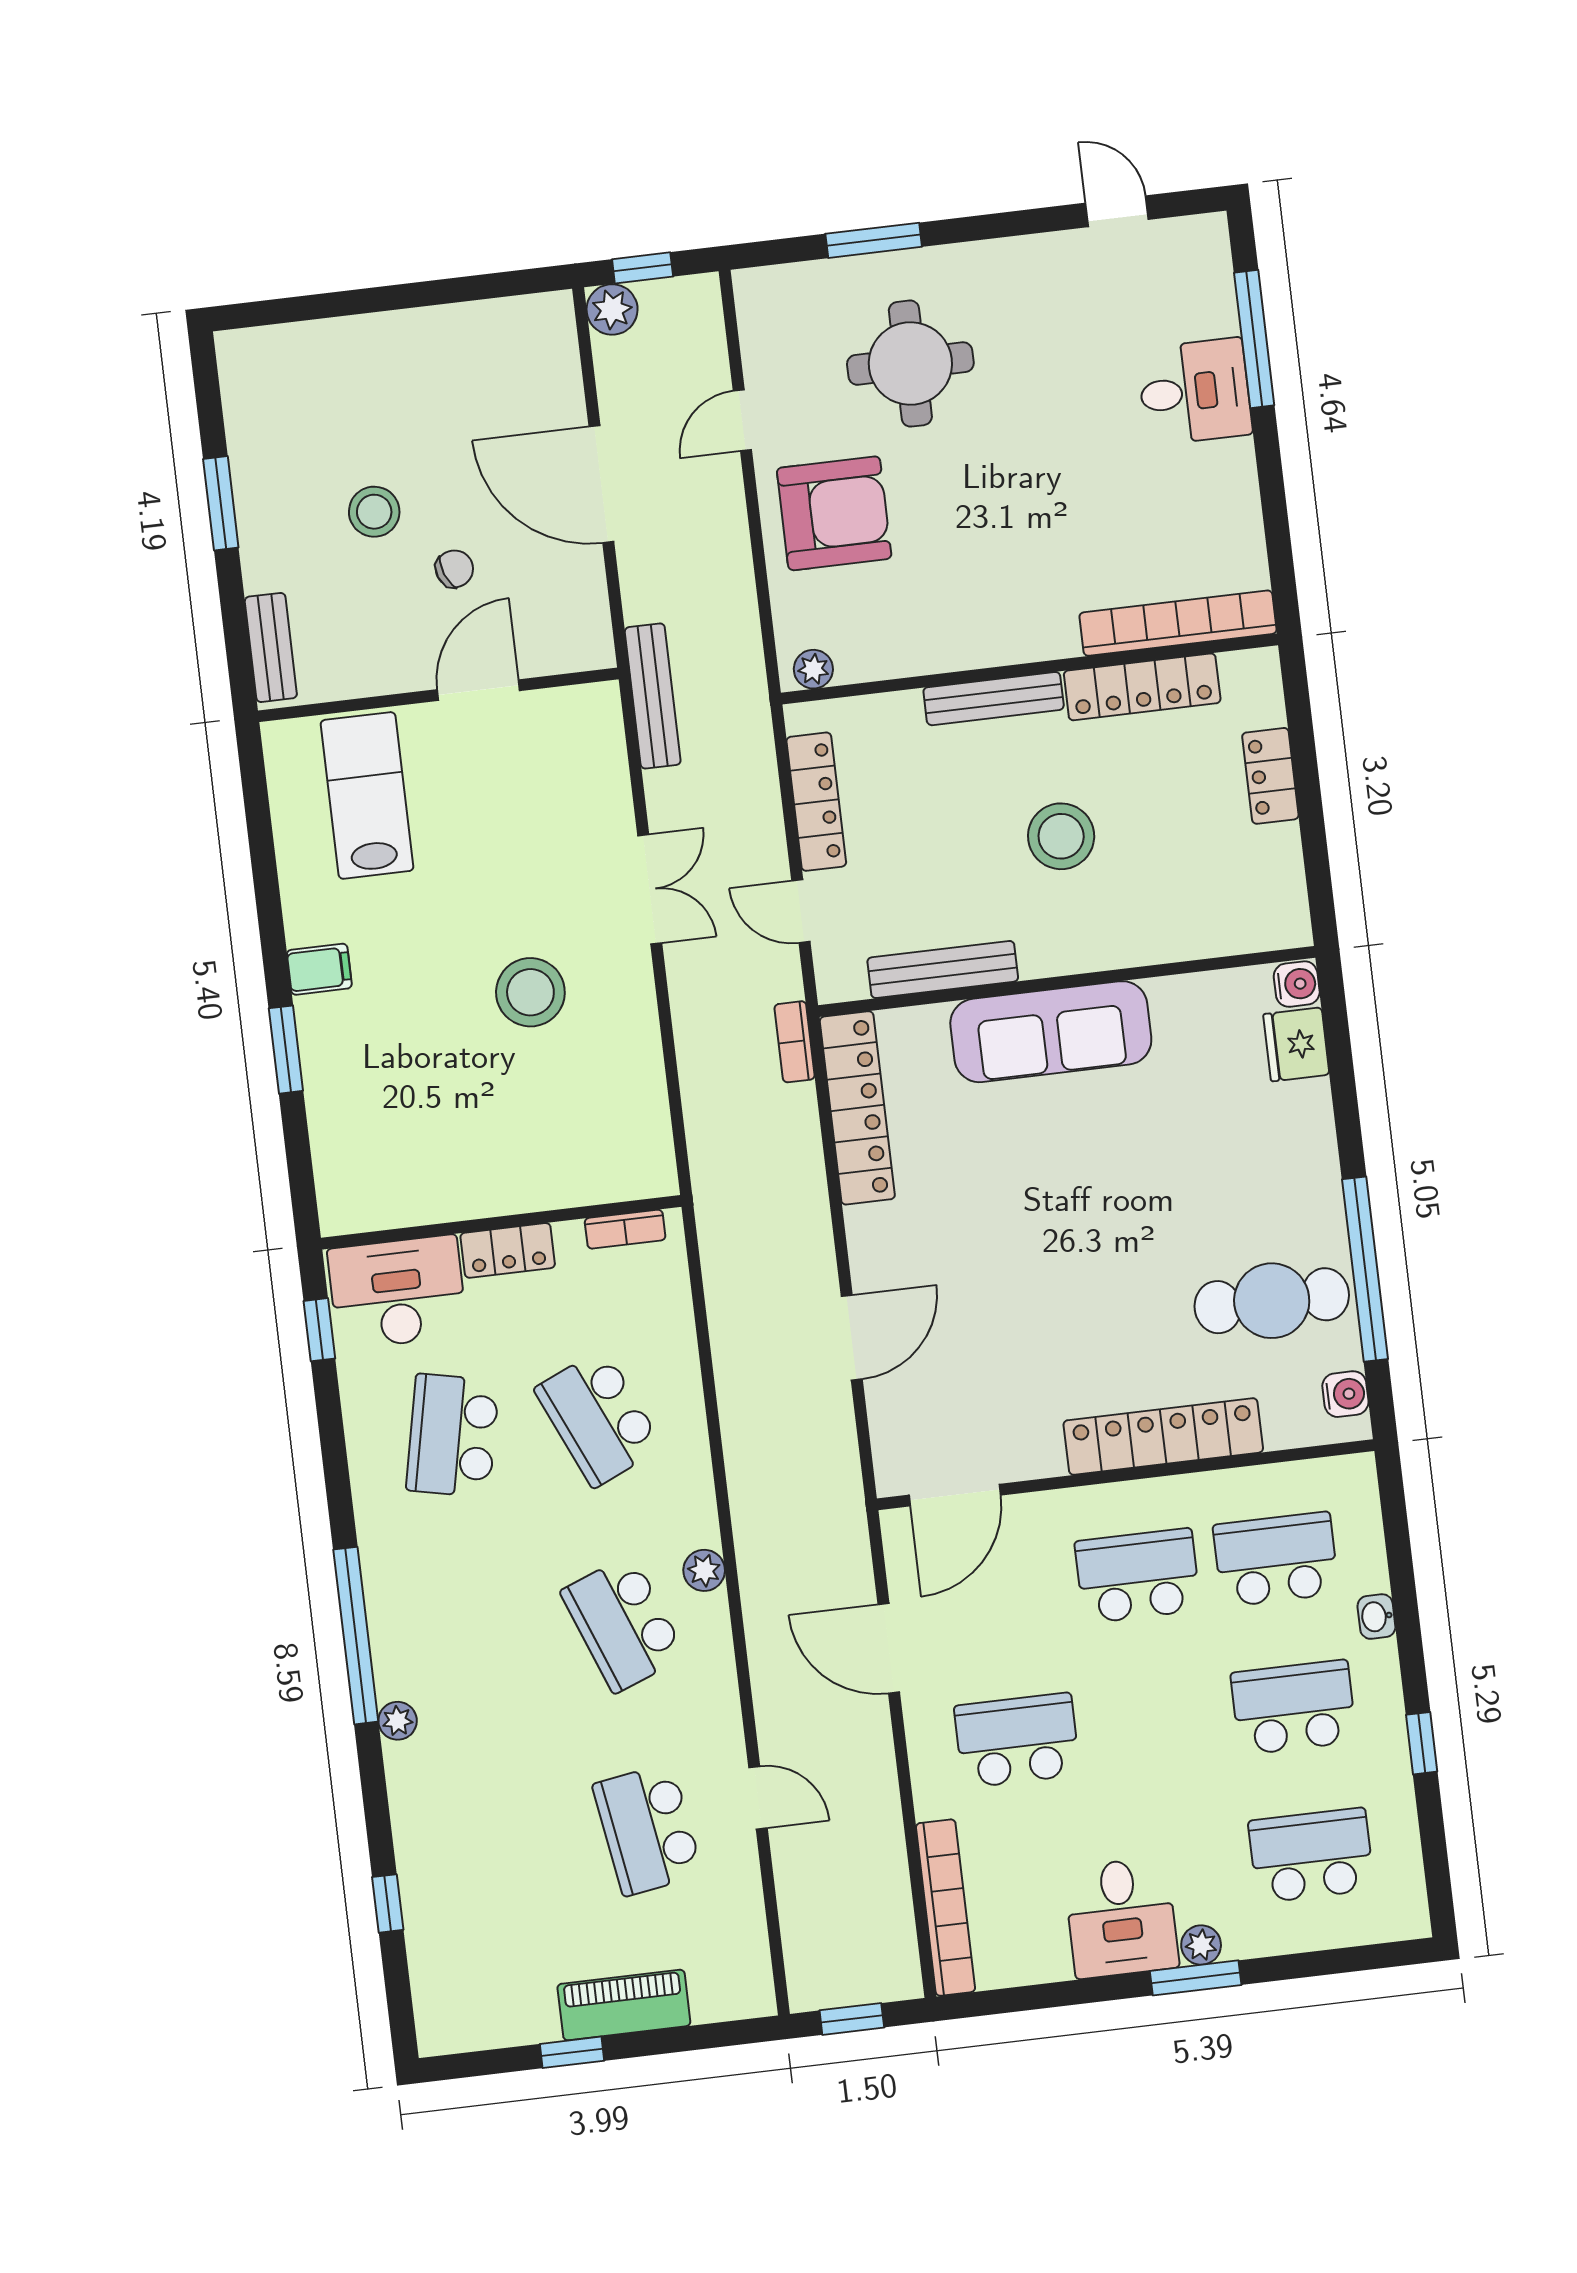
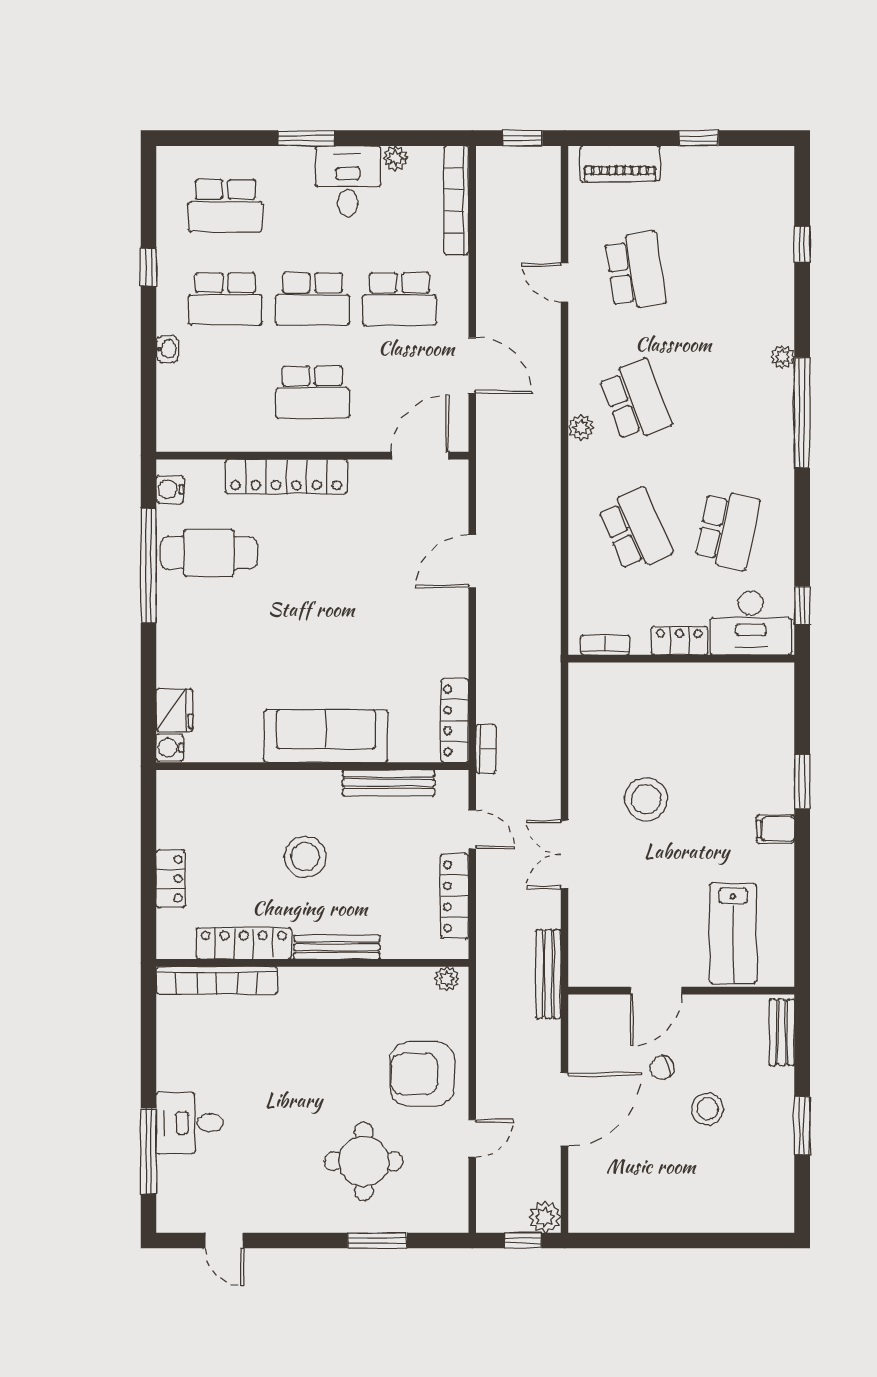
door: (601, 484) -> (564, 1109), hinge flipped
locker: (857, 1108) -> (455, 721), width x0.71, depth x0.83
school desk: (1276, 1559) -> (312, 299), moved
plant: (1201, 1945) -> (395, 158), moved
piano: (624, 2005) -> (620, 164), moved

